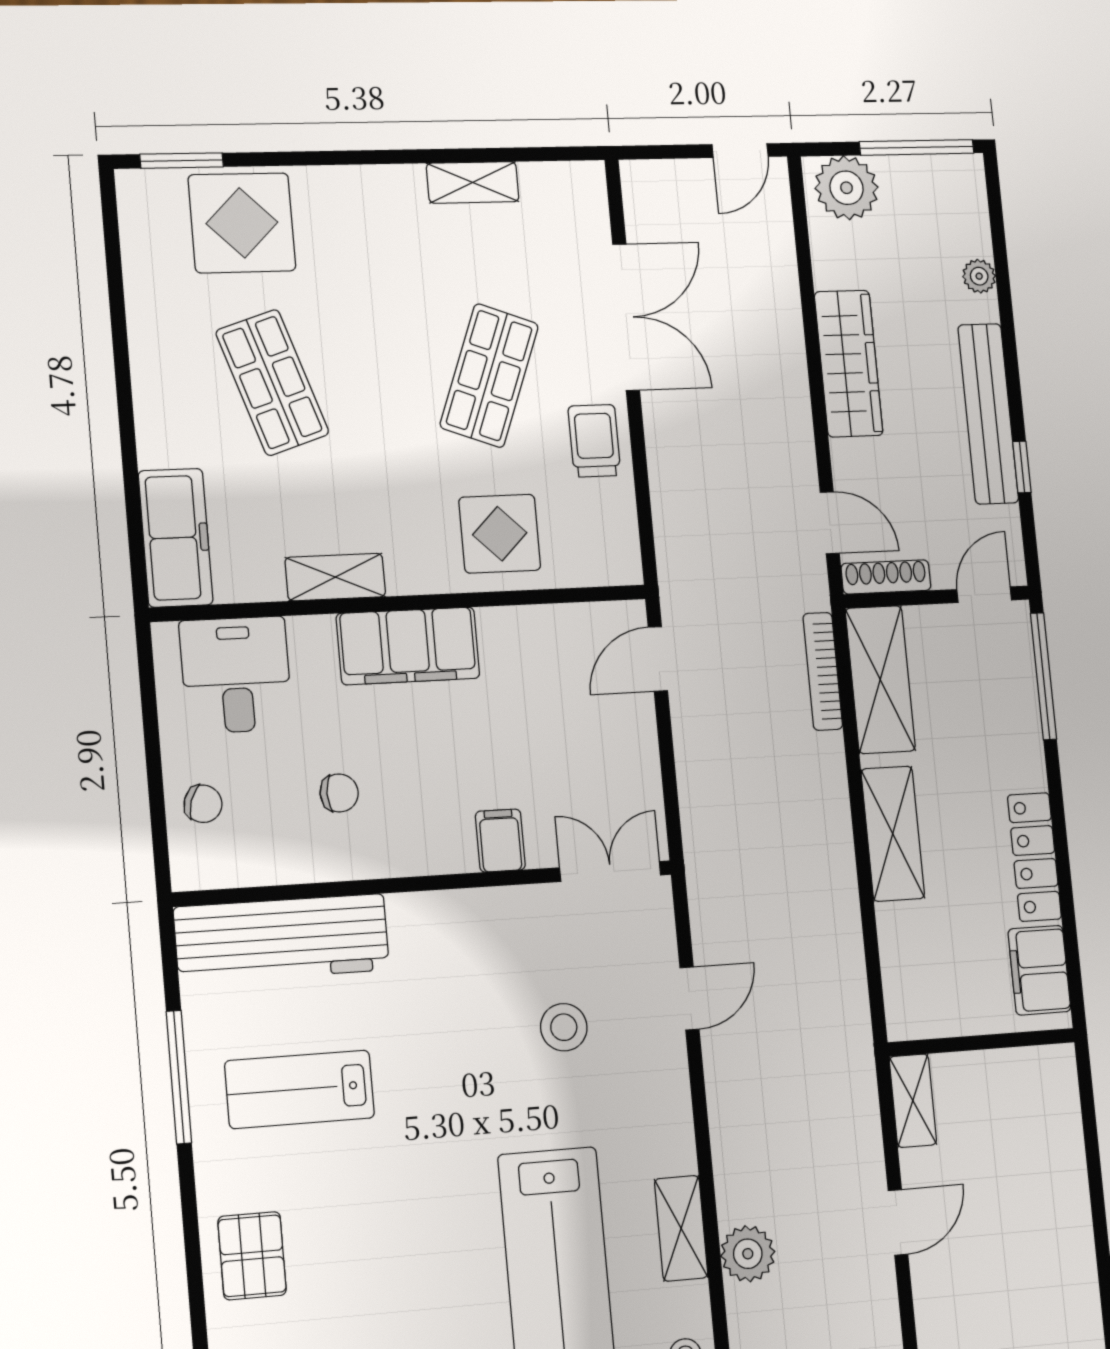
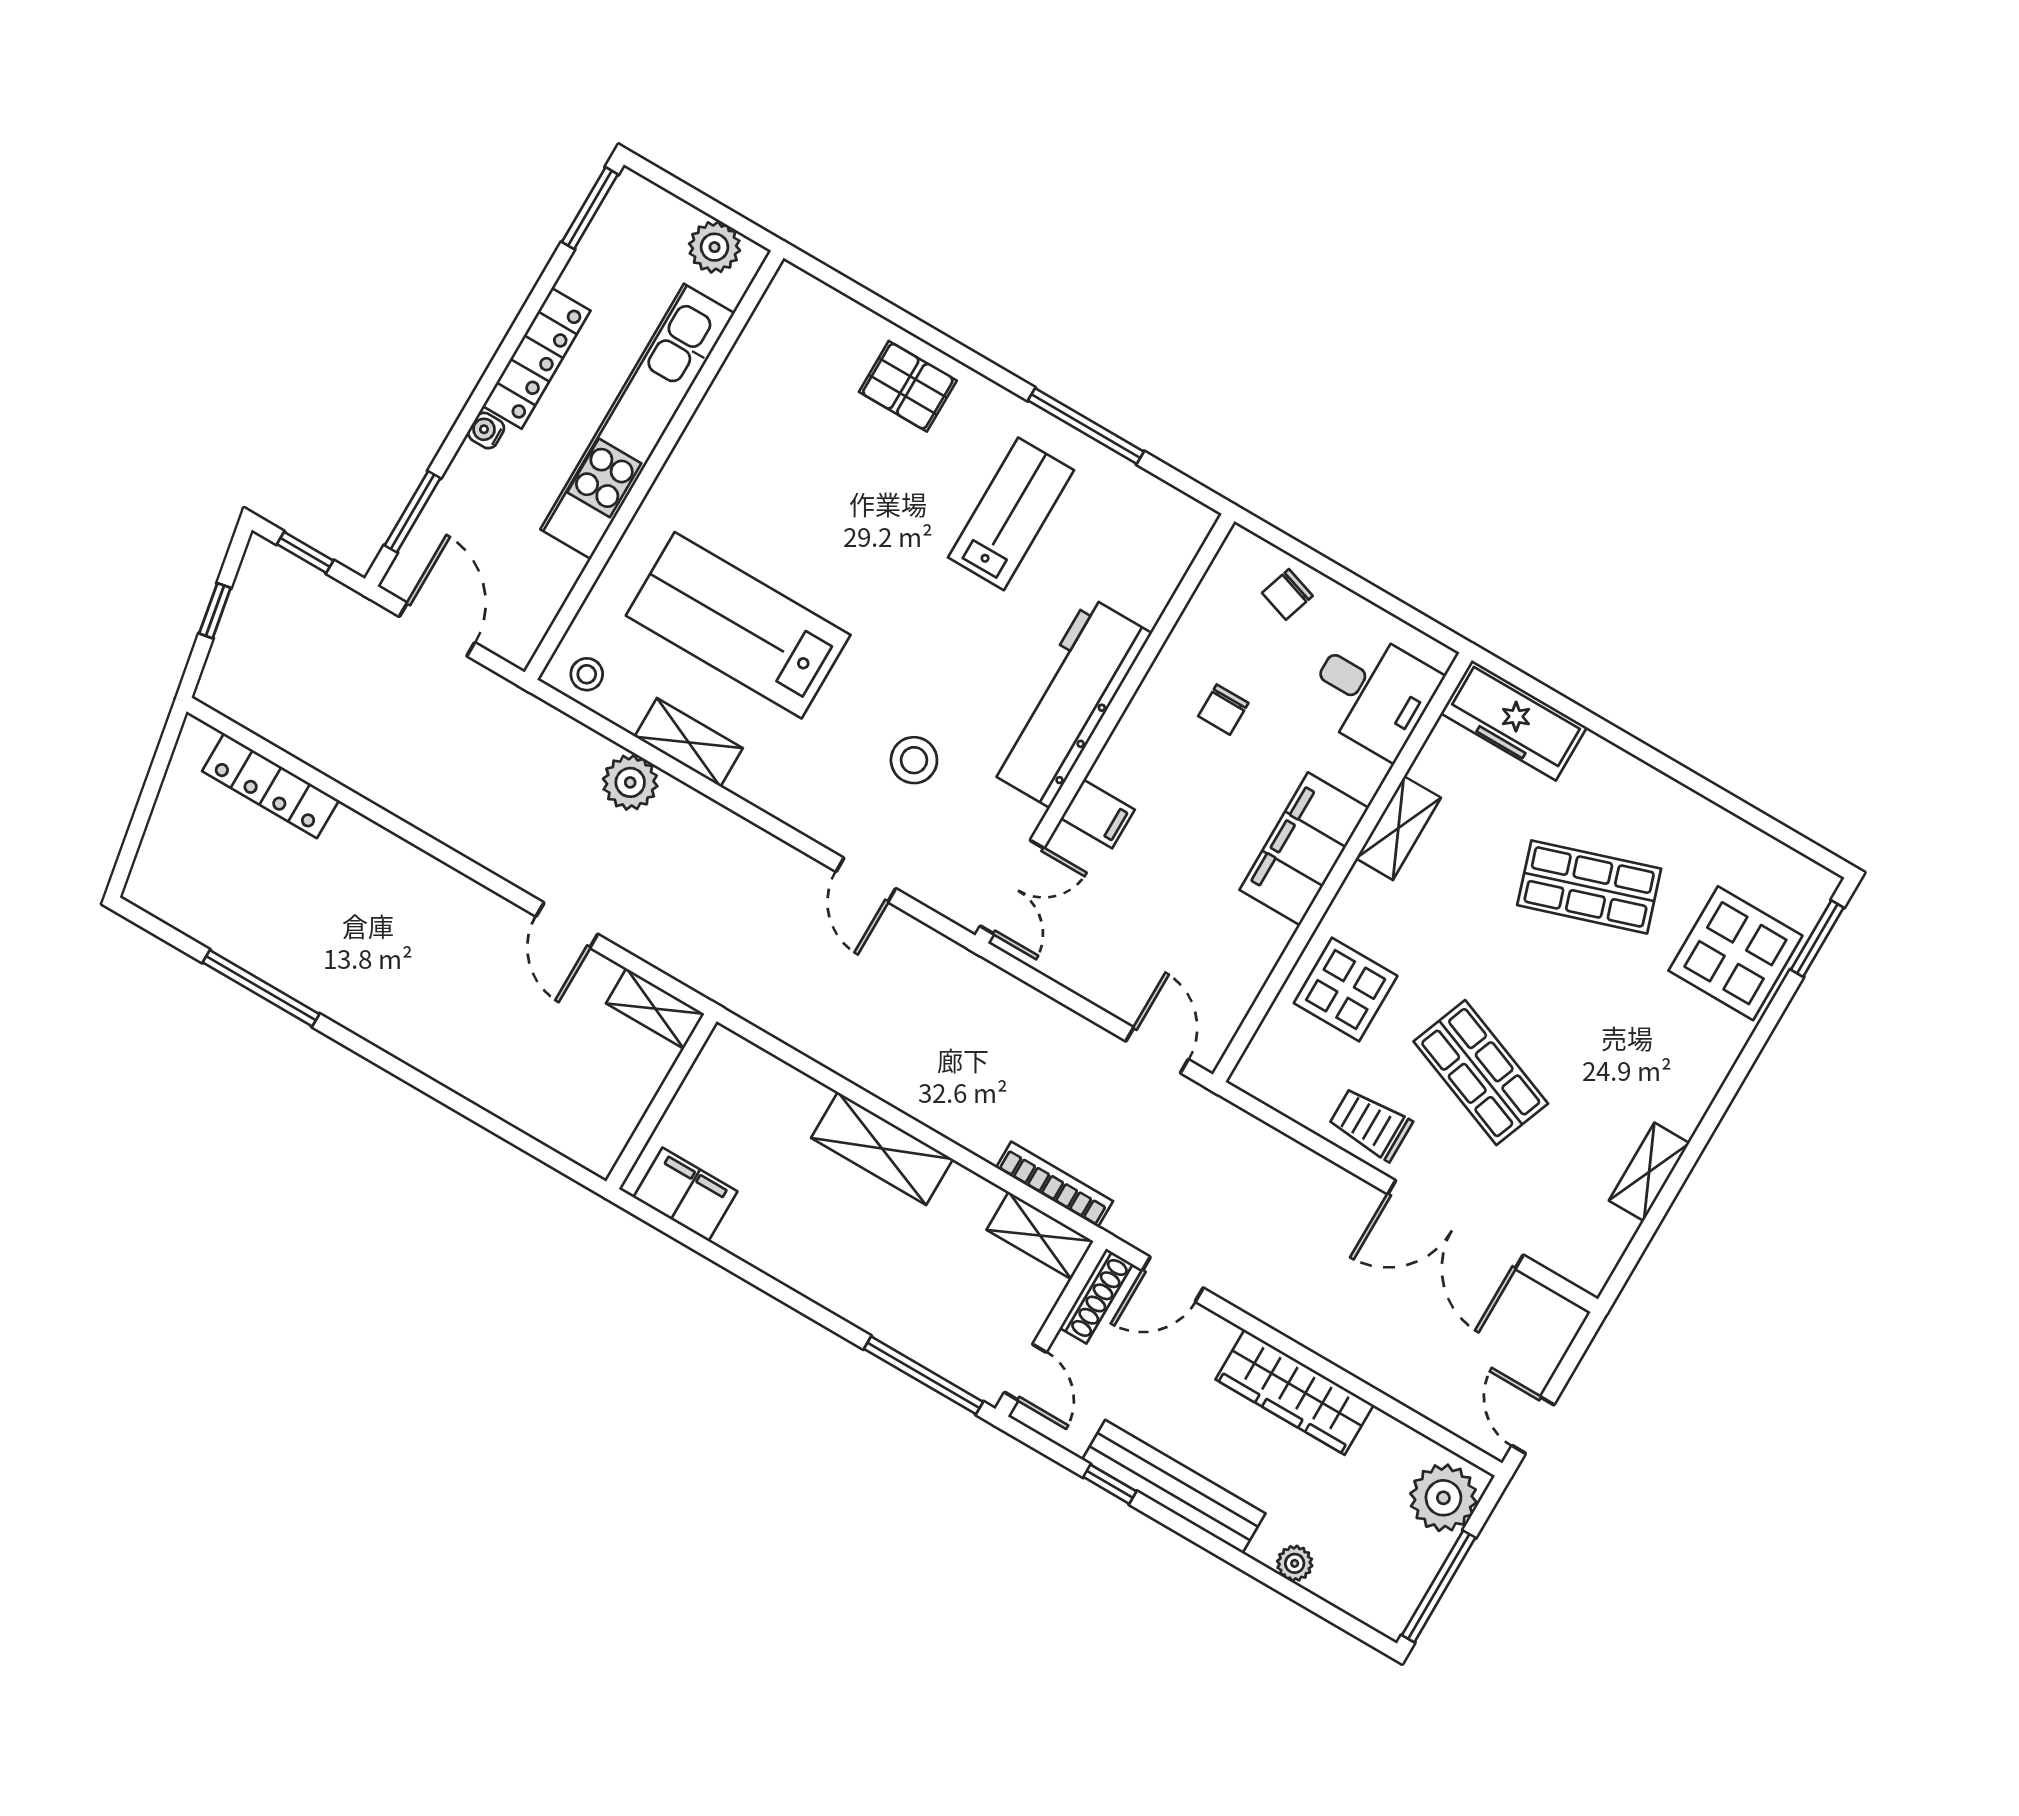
trolley: (594, 441) -> (1370, 1124), turned 180
shelving: (880, 680) -> (1040, 1236), width x0.67, depth x0.75
locker: (1034, 857) -> (780, 1258), removed
workbench: (282, 939) -> (1069, 702), moved

